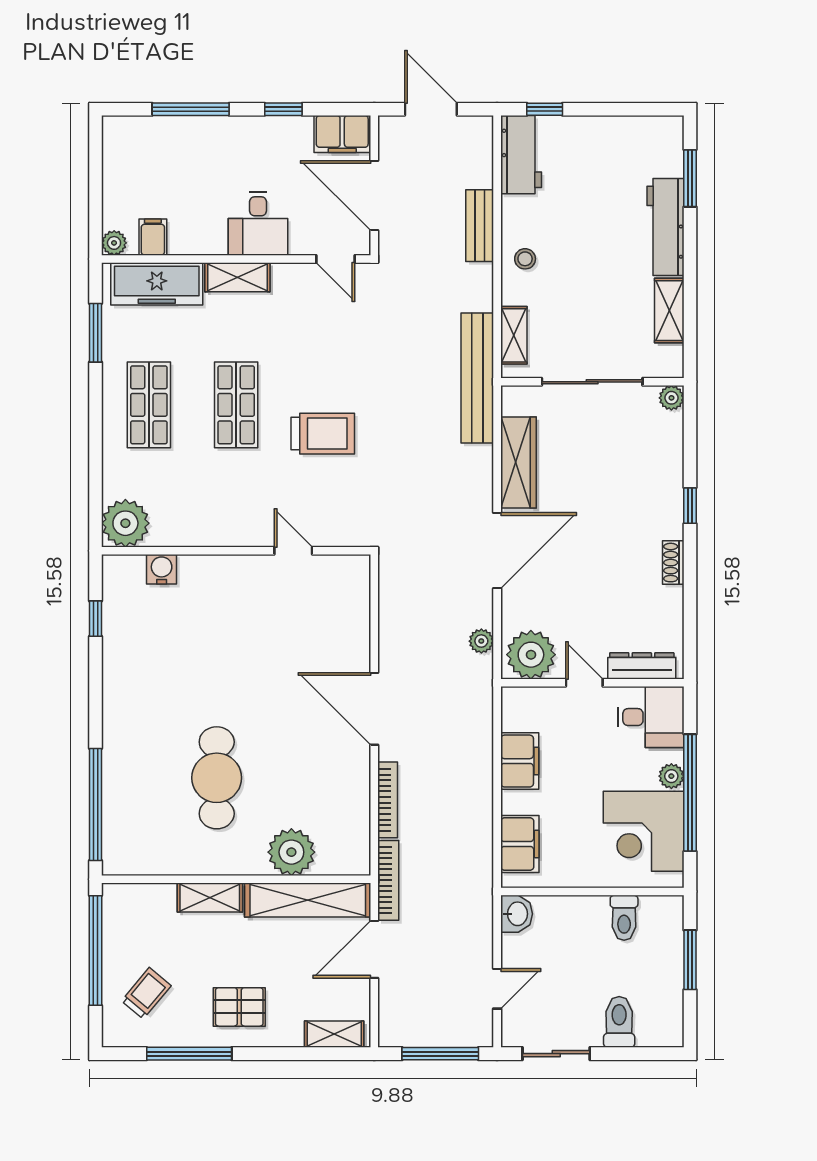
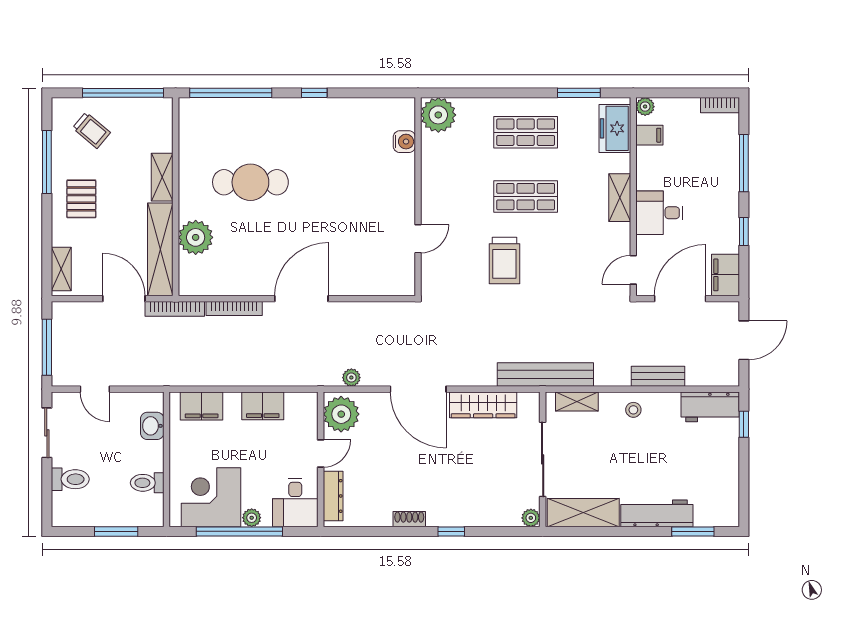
bookcase: (112, 142) -> (720, 105), added
freezer: (157, 284) -> (615, 128), width x0.71
shelving: (669, 311) -> (583, 513), width x1.50, depth x1.33
window: (95, 619) -> (314, 93), moved
washbasin: (517, 914) -> (152, 426), moved, turned 90

